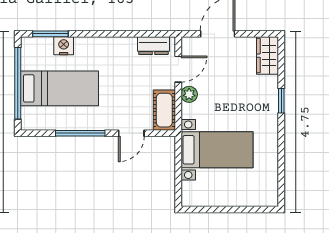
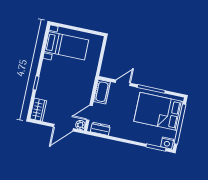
nightstand: (64, 46) -> (167, 143), moved
bed: (59, 88) -> (158, 111), width x1.50
plant: (189, 94) -> (80, 125), moved
bed with nightstands: (217, 150) -> (66, 46), moved, turned 180

